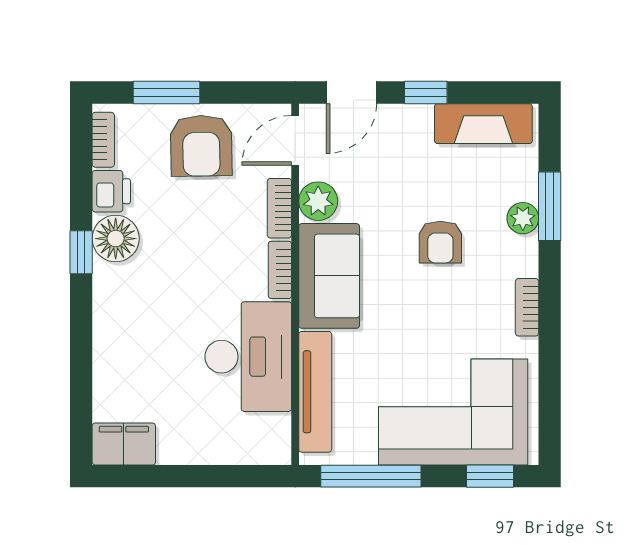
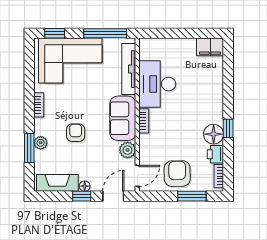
floor lamp: (419, 116) -> (85, 186), added
bookcase: (279, 208) -> (144, 147), removed

